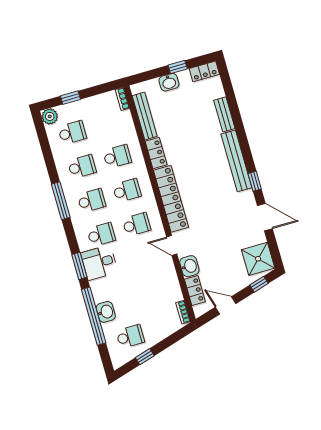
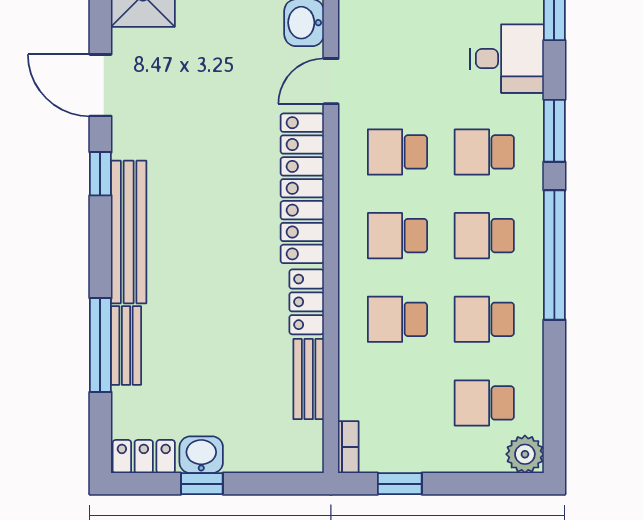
washbasin: (169, 82) -> (201, 455), moved
window: (70, 98) -> (400, 484), moved
window: (235, 112) -> (100, 345), added
bench: (145, 116) -> (309, 379), width x0.73
window: (61, 201) -> (554, 255), width x1.46
door: (172, 245) -> (331, 81), swing flipped
desk: (99, 263) -> (507, 59), moved
window: (79, 266) -> (554, 131), moved

